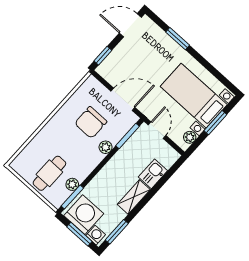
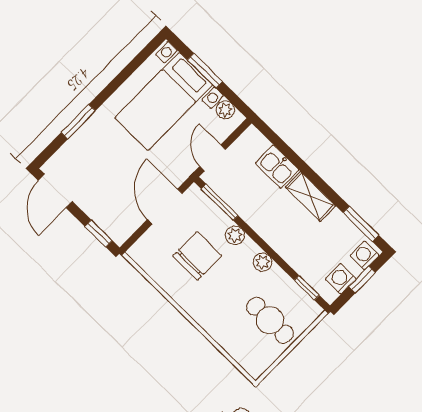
chair: (91, 122) -> (197, 256), turned -90
door: (157, 130) -> (213, 158), hinge flipped
plant: (72, 184) -> (263, 262), moved
window: (72, 197) -> (307, 288), width x0.67
washing machine: (84, 215) -> (341, 279), width x0.53, depth x0.53
window: (79, 234) -> (362, 280), width x0.67

